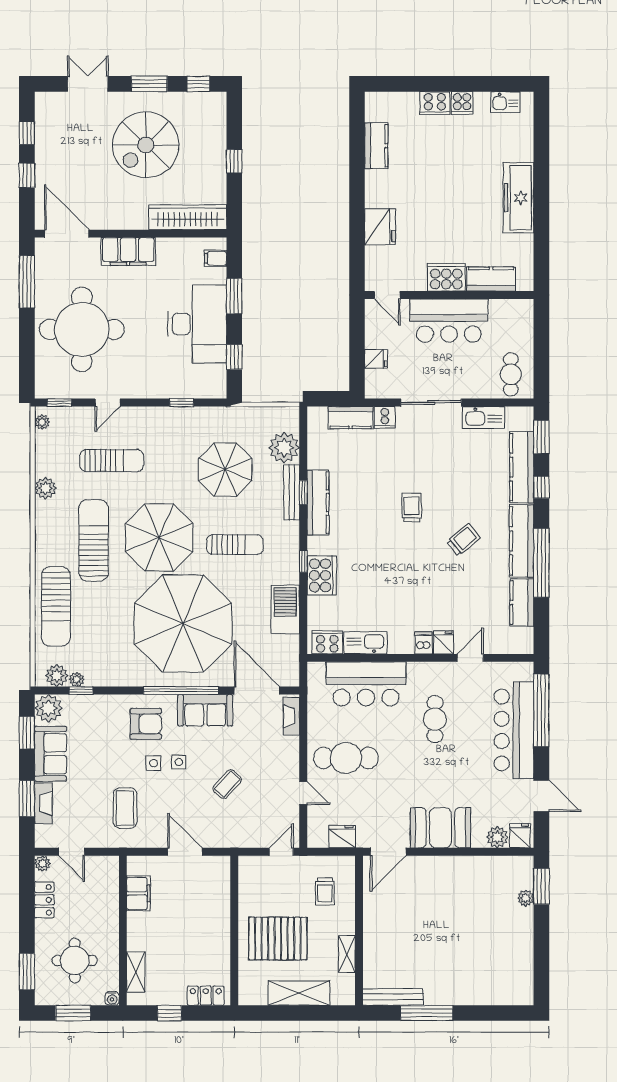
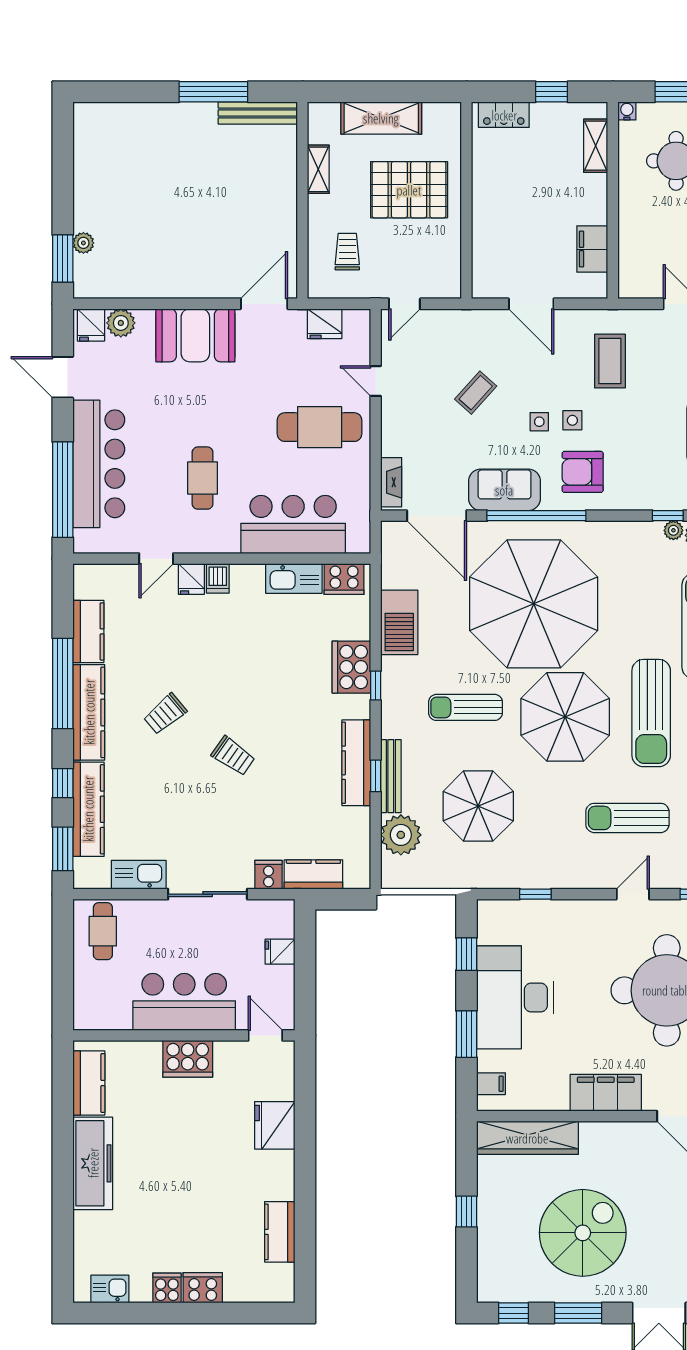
kitchen counter: (491, 279) -> (89, 1083), moved, turned -90
trolley: (412, 508) -> (233, 756), turned -55

